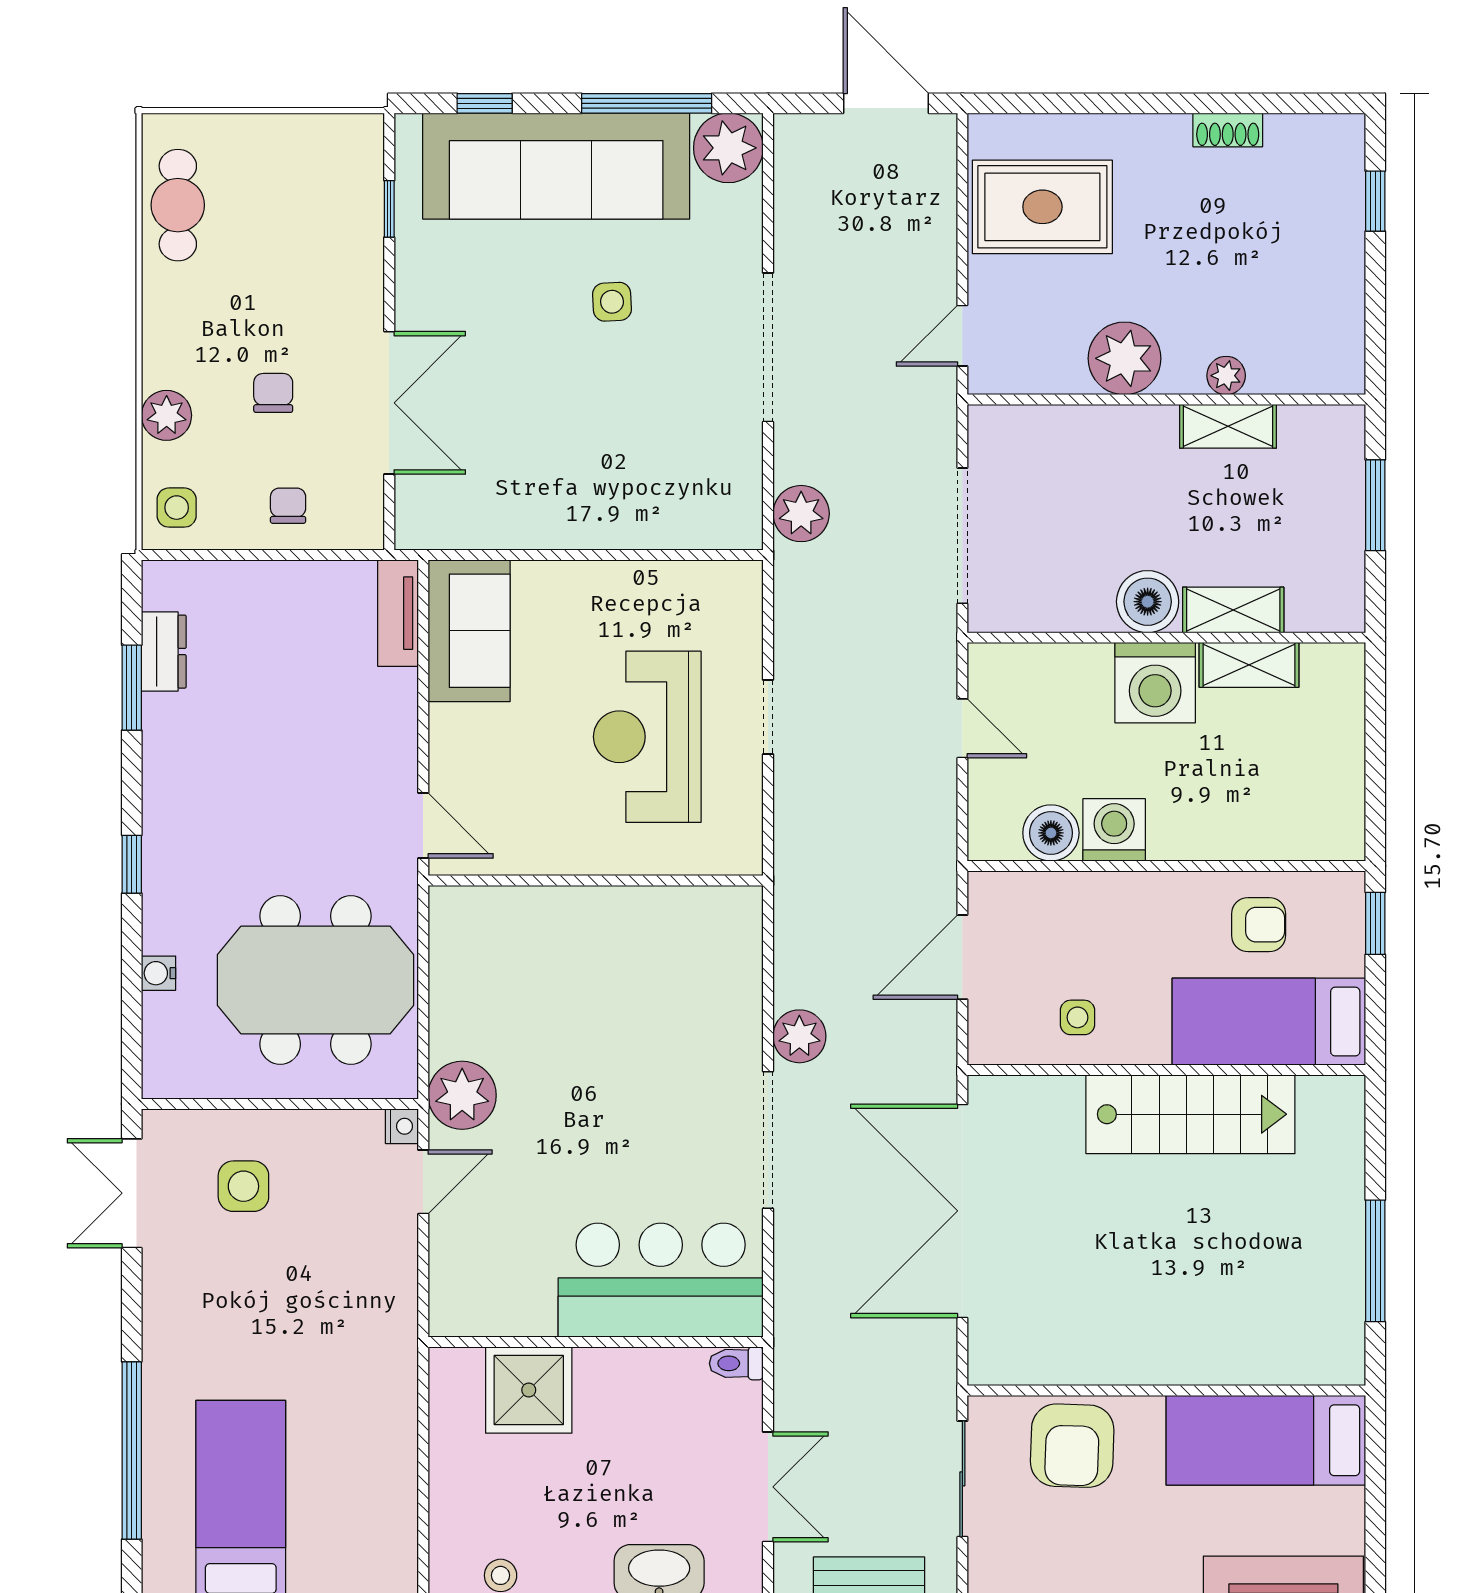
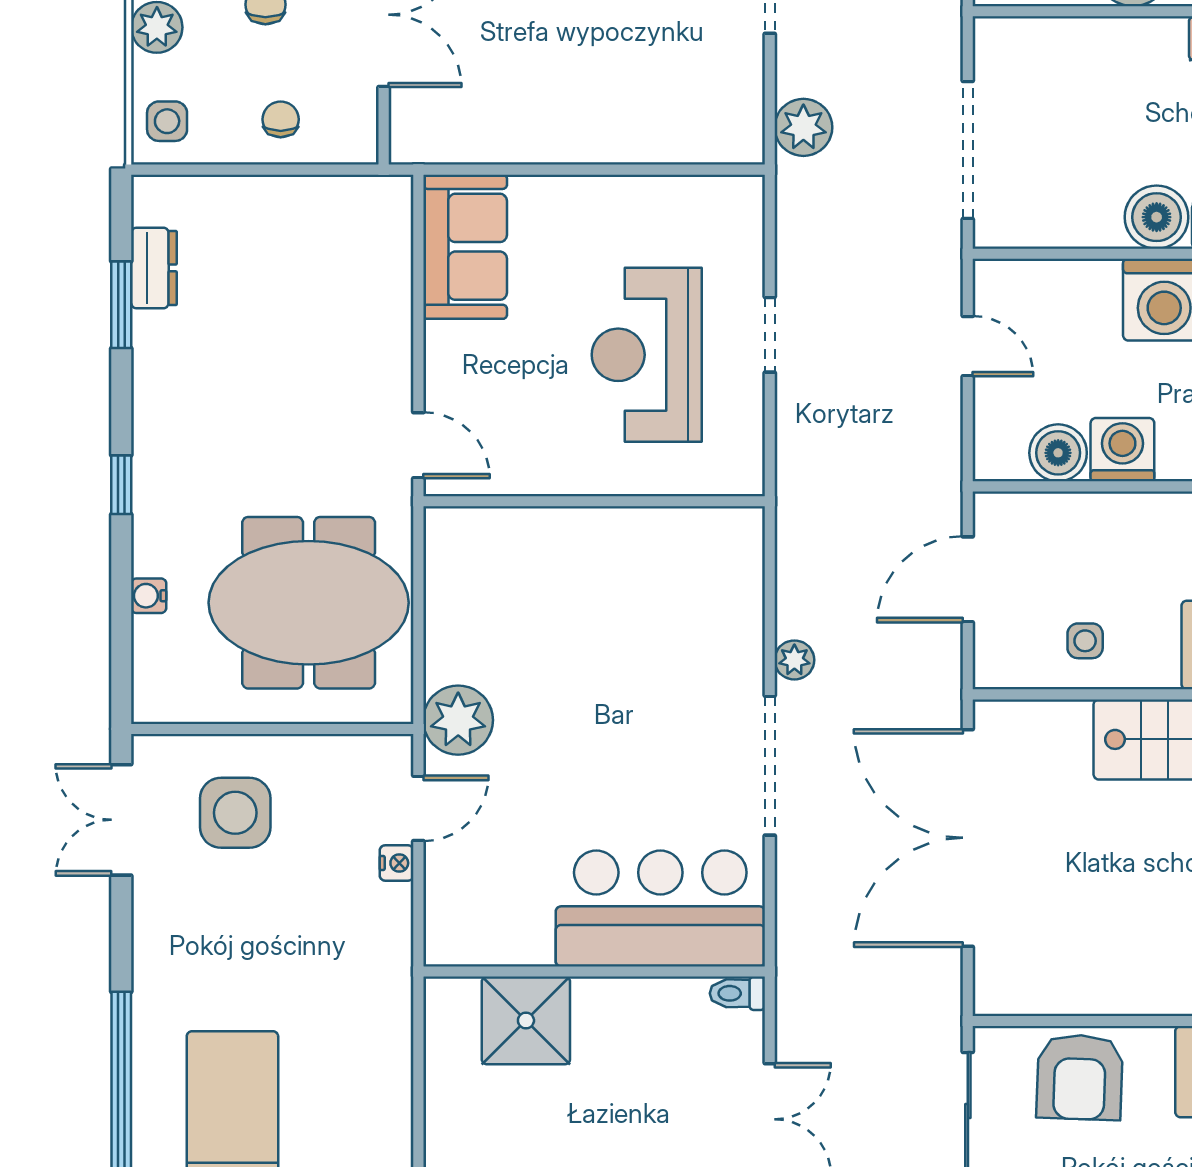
tv unit: (398, 613) -> (393, 229), removed
plant: (799, 1036) -> (794, 660), width x0.73, depth x0.73
nightstand: (402, 1126) -> (397, 863), moved
side table: (243, 1186) -> (235, 813), width x1.37, depth x1.37

